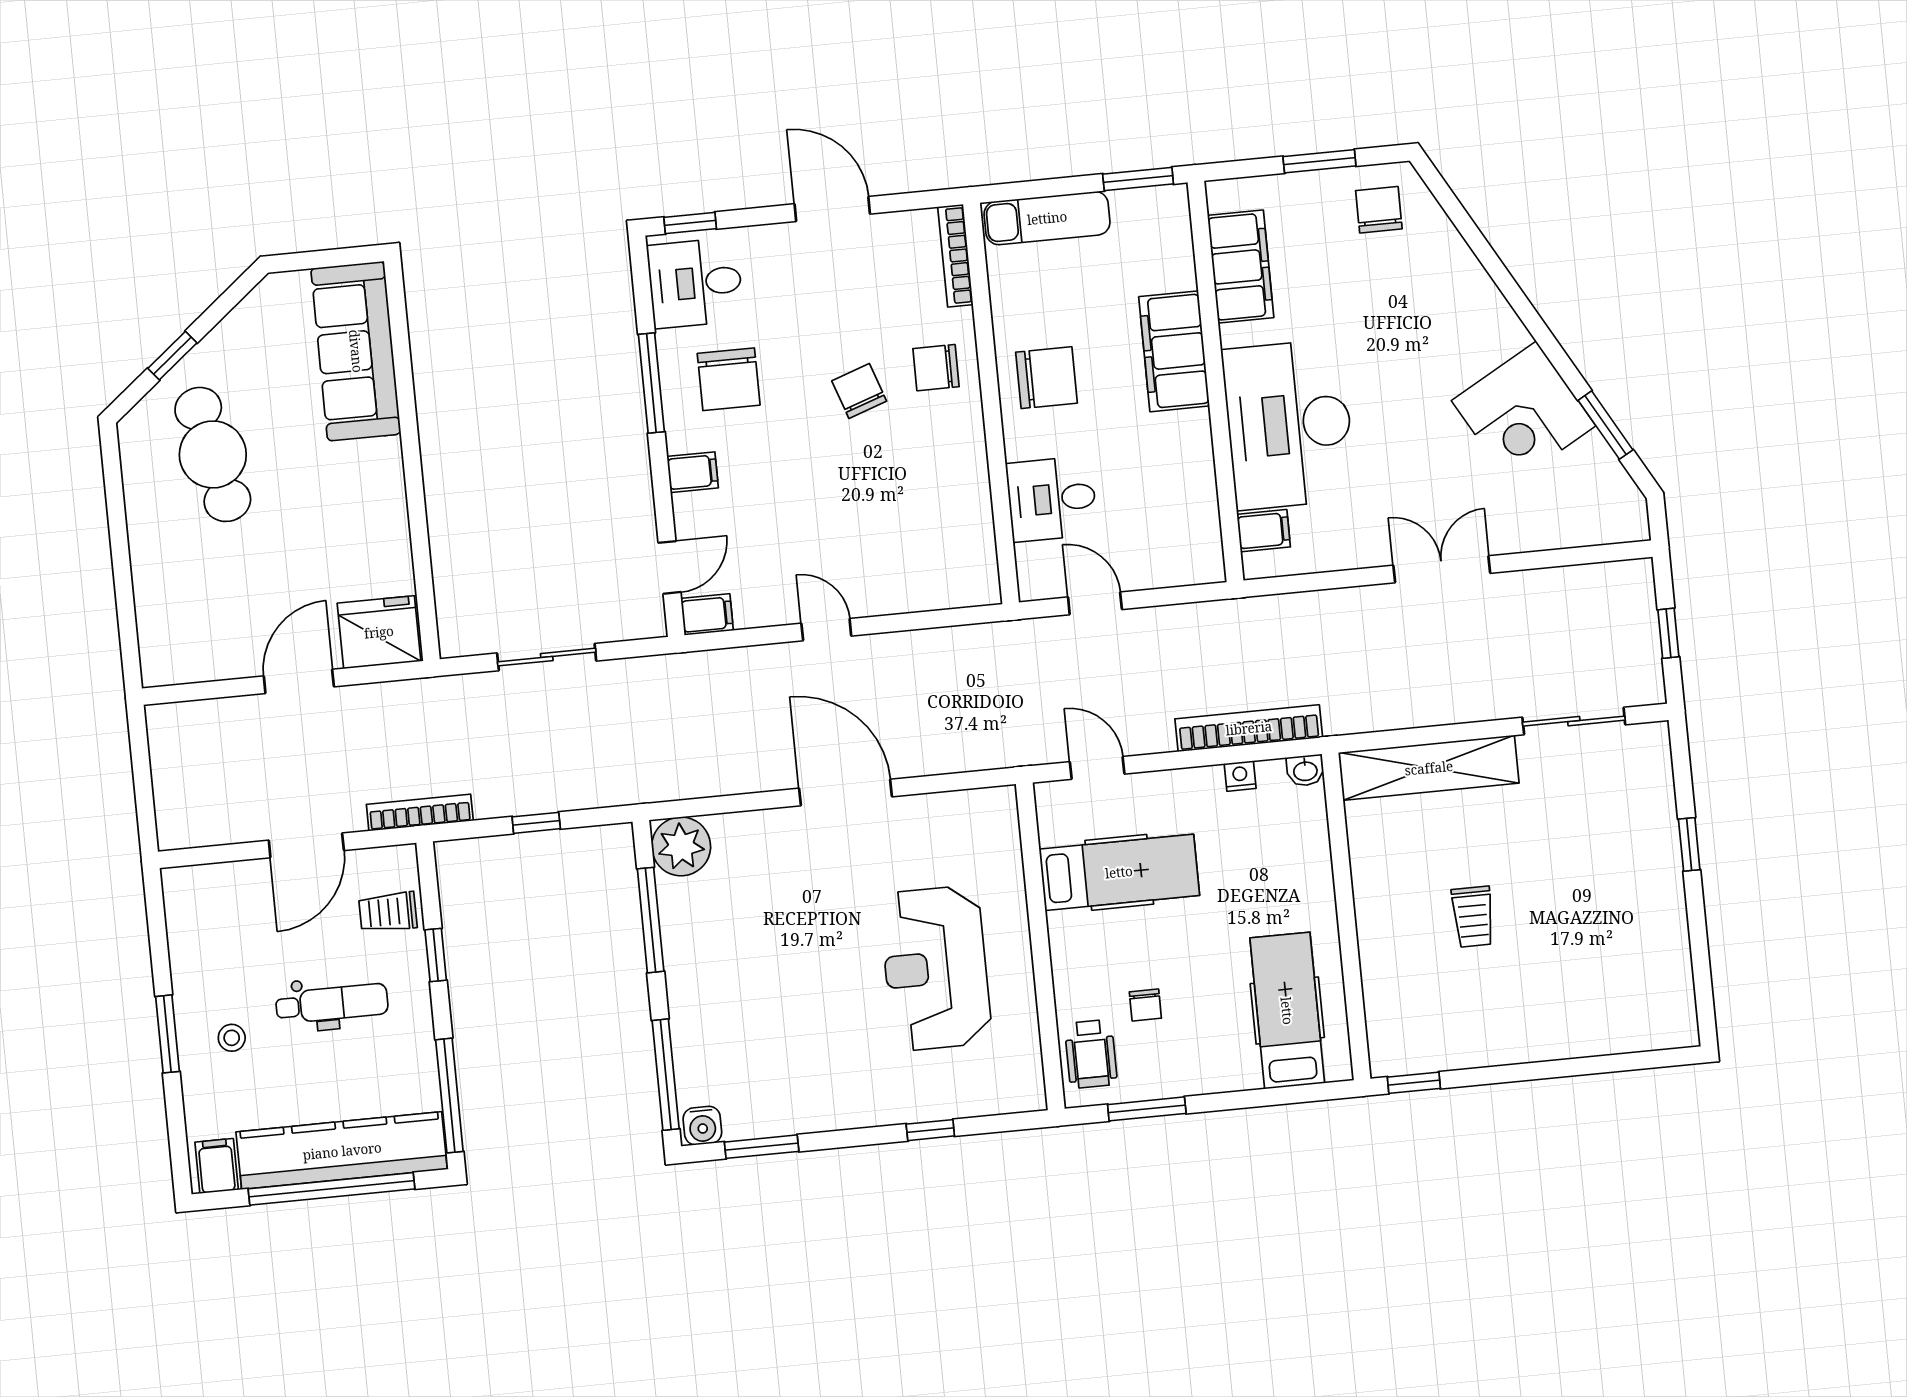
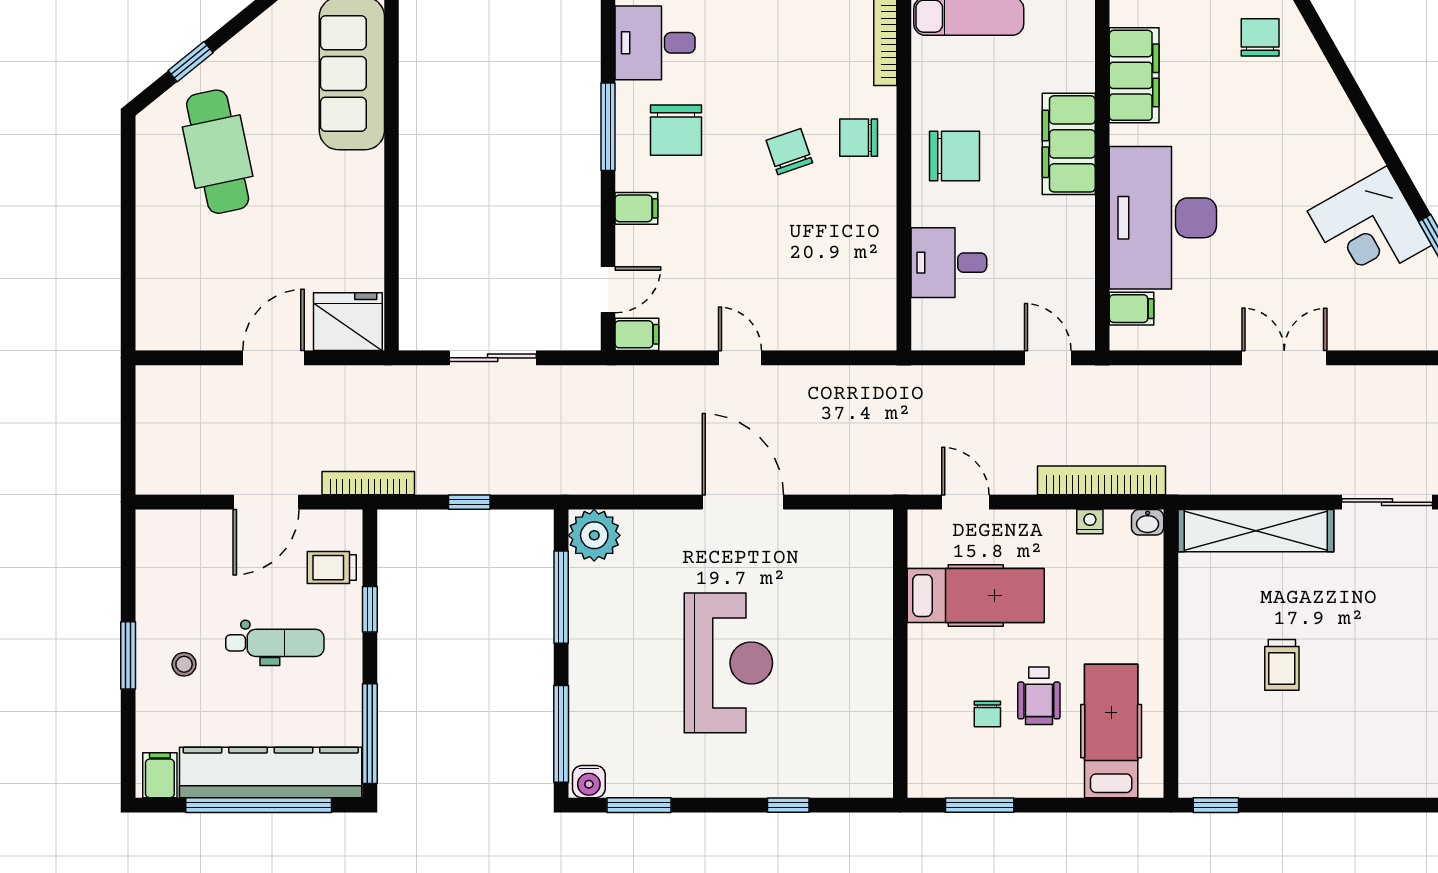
door: (1095, 603) -> (1048, 358), moved
reception desk: (936, 968) -> (728, 663), moved, turned 180
wheelchair: (1091, 1054) -> (1039, 696), moved

